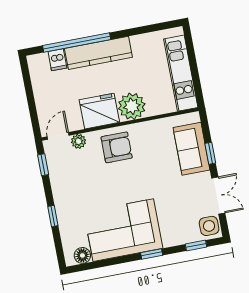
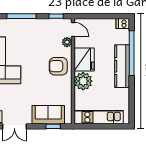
dishwasher: (57, 60) -> (123, 24), moved
armchair: (117, 147) -> (58, 66), turned 90
window: (210, 153) -> (53, 126), moved
window: (53, 216) -> (22, 16), width x2.17

